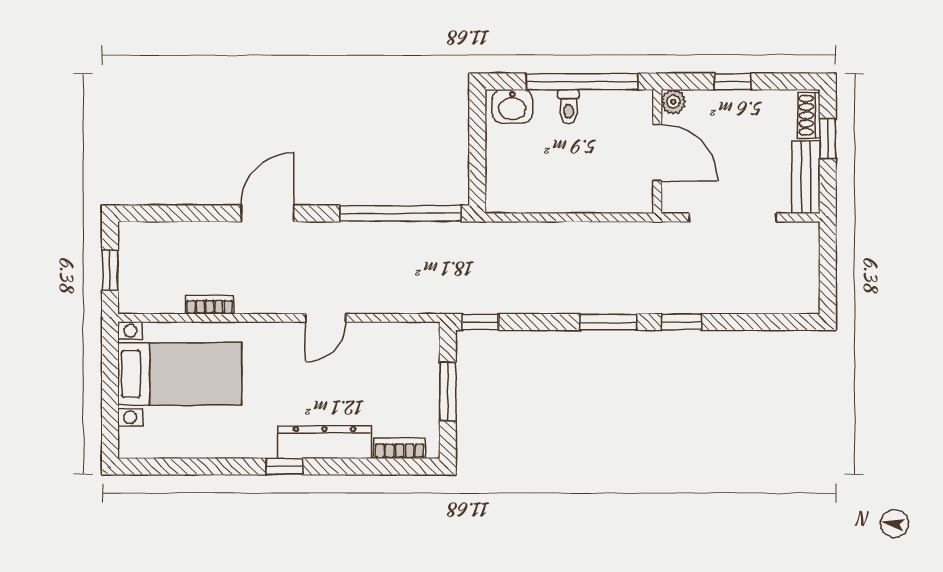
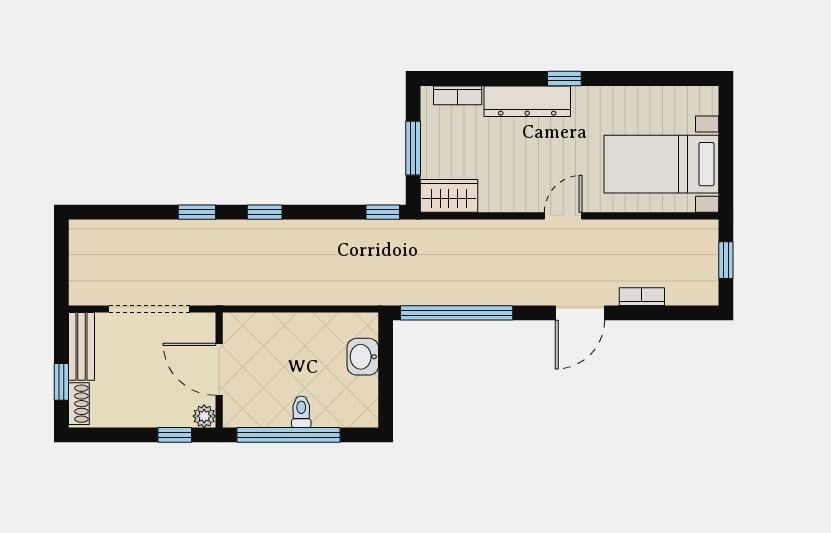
window: (733, 82) -> (175, 435), moved
washbasin: (512, 106) -> (363, 357), moved, turned -90
bookcase: (210, 304) -> (642, 297), moved, turned 180
door: (326, 318) -> (563, 216), moved
window: (608, 322) -> (265, 212), width x0.67
wardrobe: (409, 340) -> (449, 196), added

